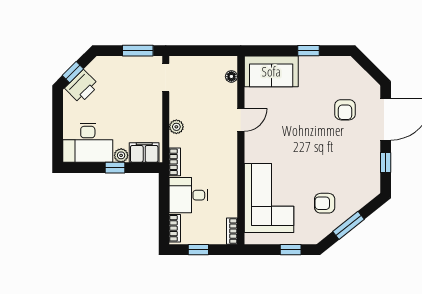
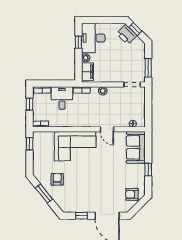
armchair: (345, 110) -> (132, 194), moved
window: (115, 168) -> (78, 42), moved
corner sofa: (269, 198) -> (75, 146), moved
window: (291, 250) -> (30, 144), moved

